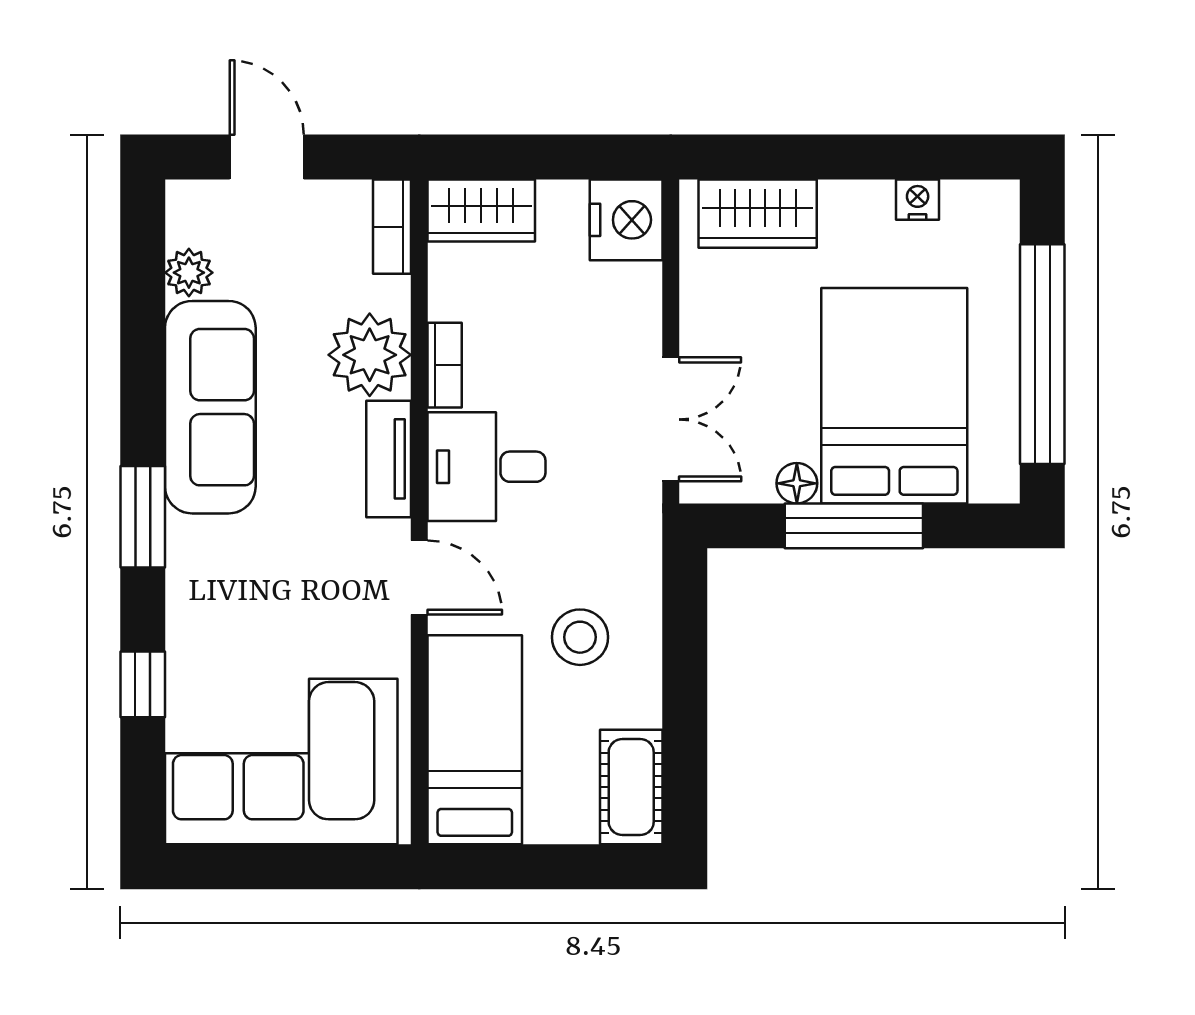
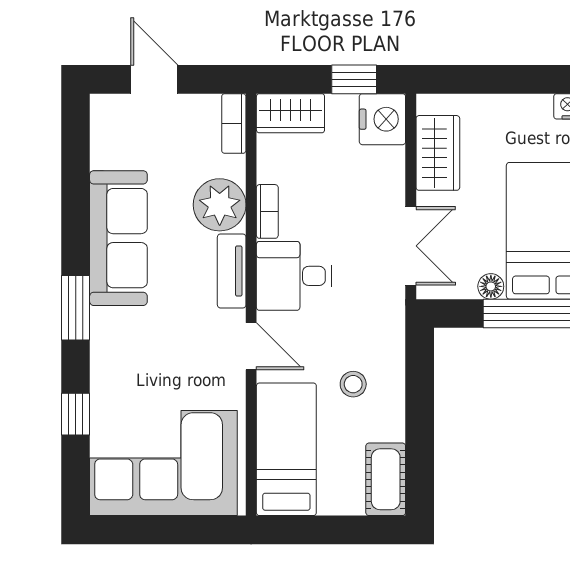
window: (582, 157) -> (354, 79), added
wardrobe: (758, 214) -> (438, 153), moved, turned -90
plant: (189, 273) -> (105, 153), removed
stool: (580, 637) -> (353, 384), width x0.73, depth x0.73

